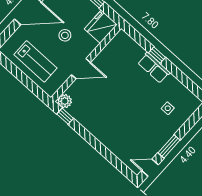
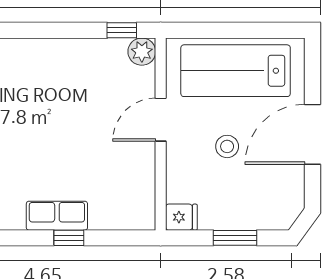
fridge: (101, 27) -> (181, 217), width x0.53, depth x0.75
lab bench: (35, 61) -> (236, 71), width x1.36, depth x1.39

